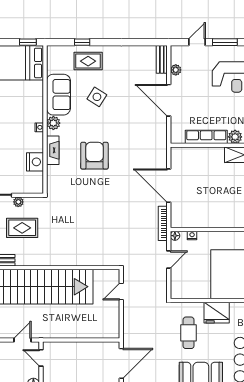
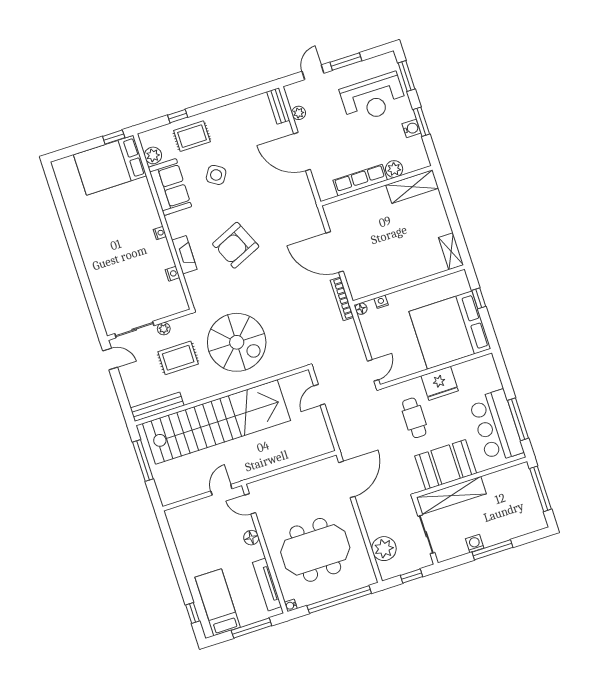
plant: (53, 123) -> (153, 155), moved
armchair: (94, 156) -> (236, 245), turned -114
nightstand: (35, 162) -> (172, 274), width x0.53, depth x0.56
spiral stairs: (71, 231) -> (237, 342), added
door: (169, 260) -> (373, 370), moved

